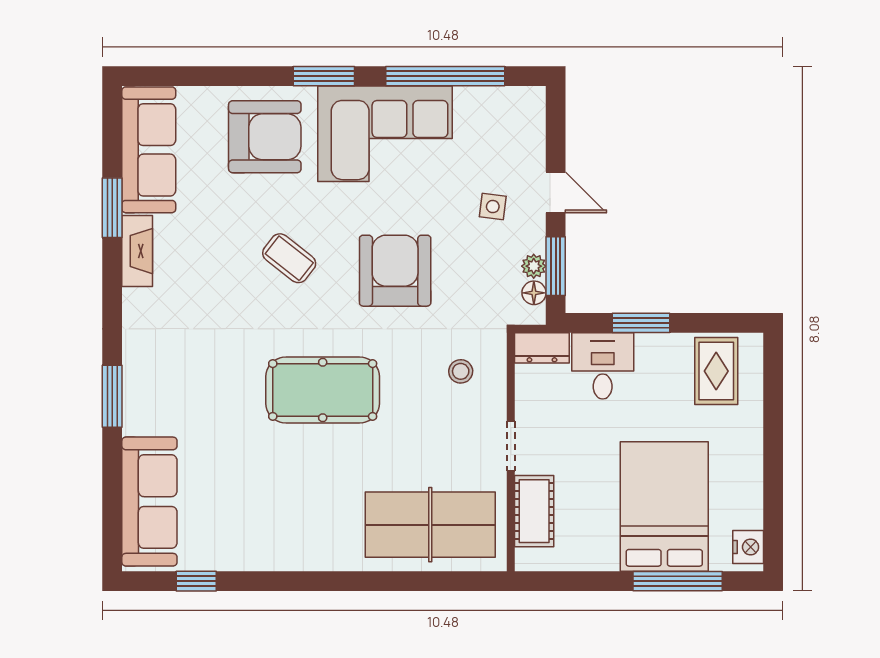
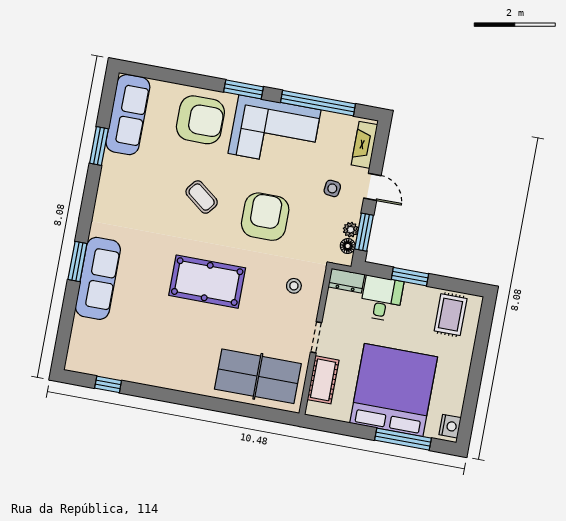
fireplace: (137, 251) -> (364, 145), moved, turned 180
sofa: (149, 502) -> (98, 278), moved
bed: (664, 507) -> (394, 390), width x1.36

